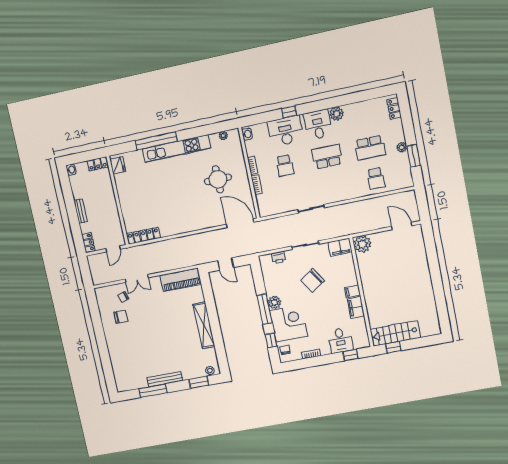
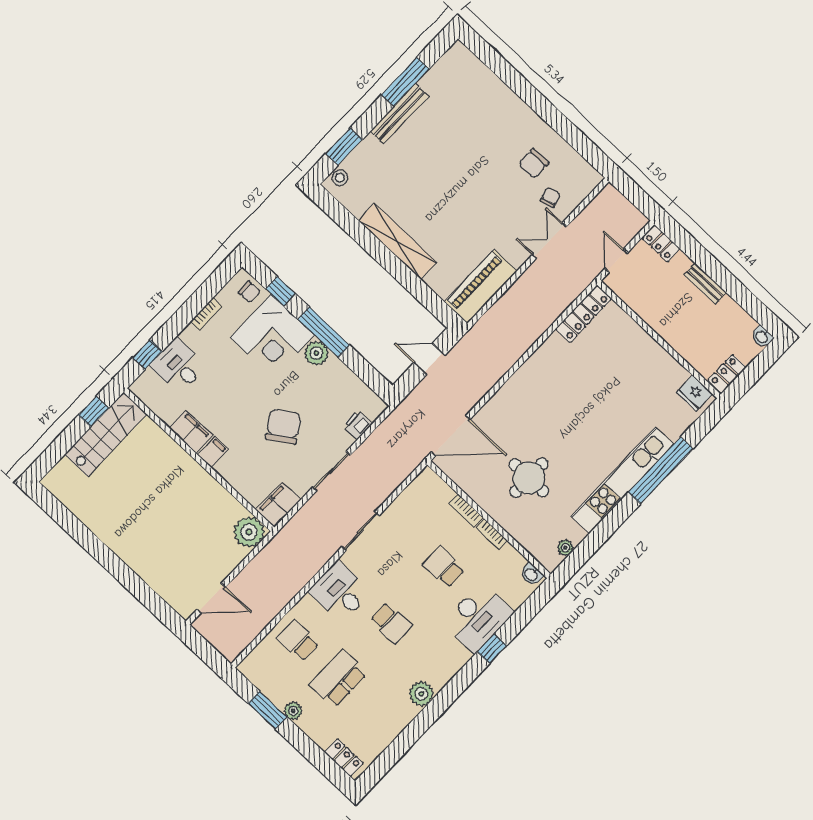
desk: (318, 125) -> (340, 592), moved, turned 180
school desk: (327, 157) -> (391, 623), width x0.54

